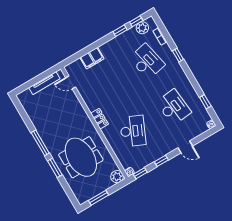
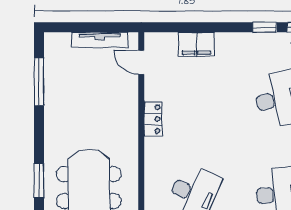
locker: (100, 119) -> (153, 119), moved
window: (40, 143) -> (39, 82), moved

